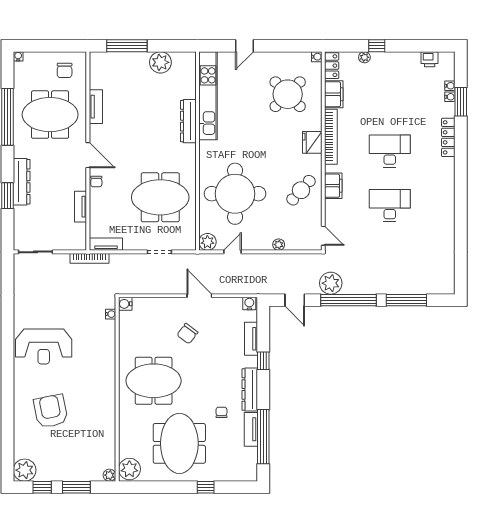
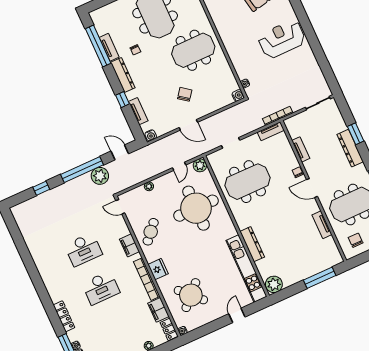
plant: (160, 62) -> (274, 284), moved
window: (406, 300) -> (41, 188), width x0.46

